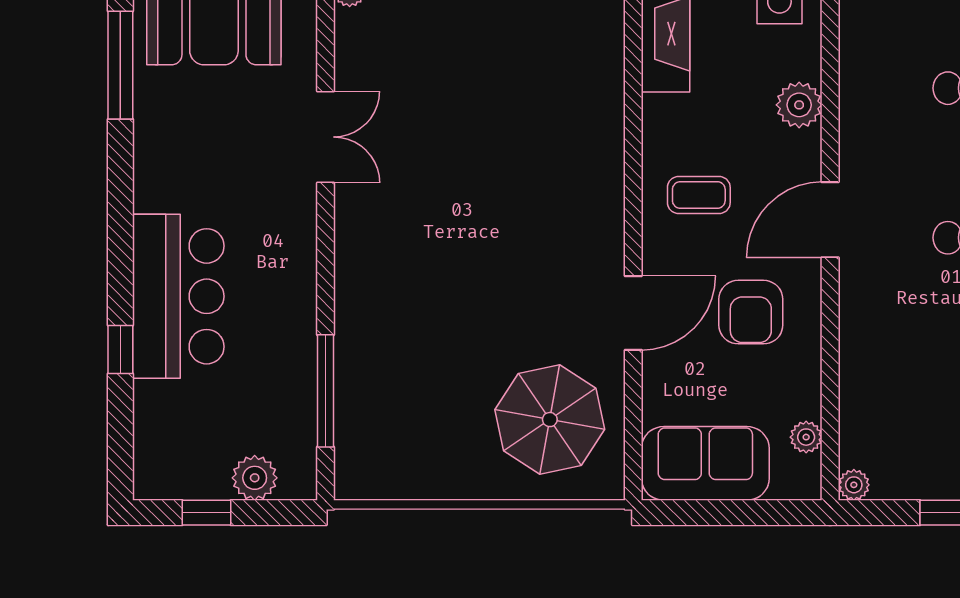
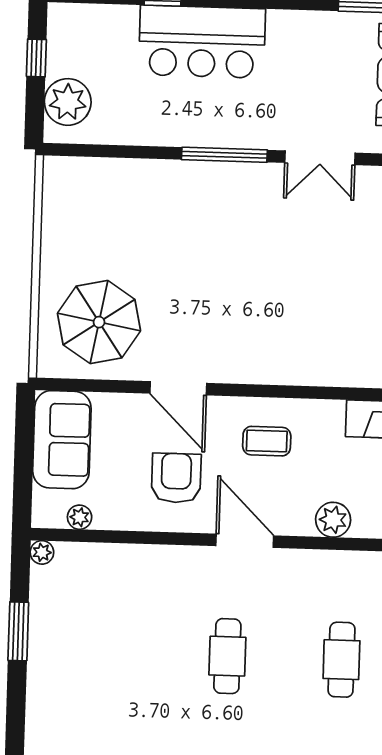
coffee table: (699, 195) -> (267, 441), turned 90
armchair: (751, 312) -> (176, 478), turned 90
window: (326, 391) -> (224, 155), moved
plant: (255, 478) -> (68, 102), width x1.36, depth x1.36

